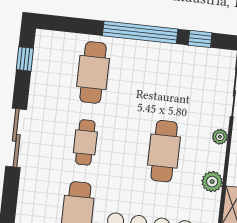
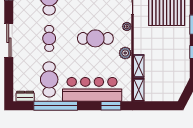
cafe table: (164, 151) -> (95, 38), turned 90

